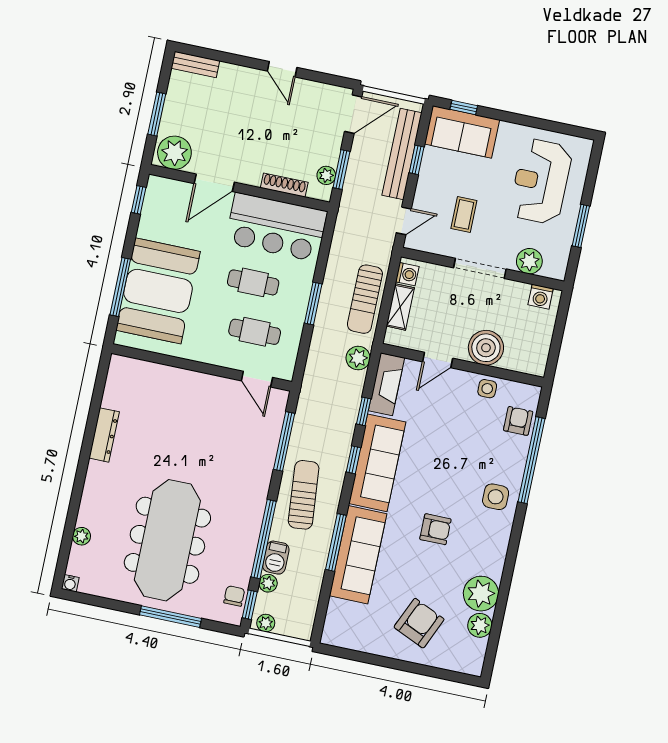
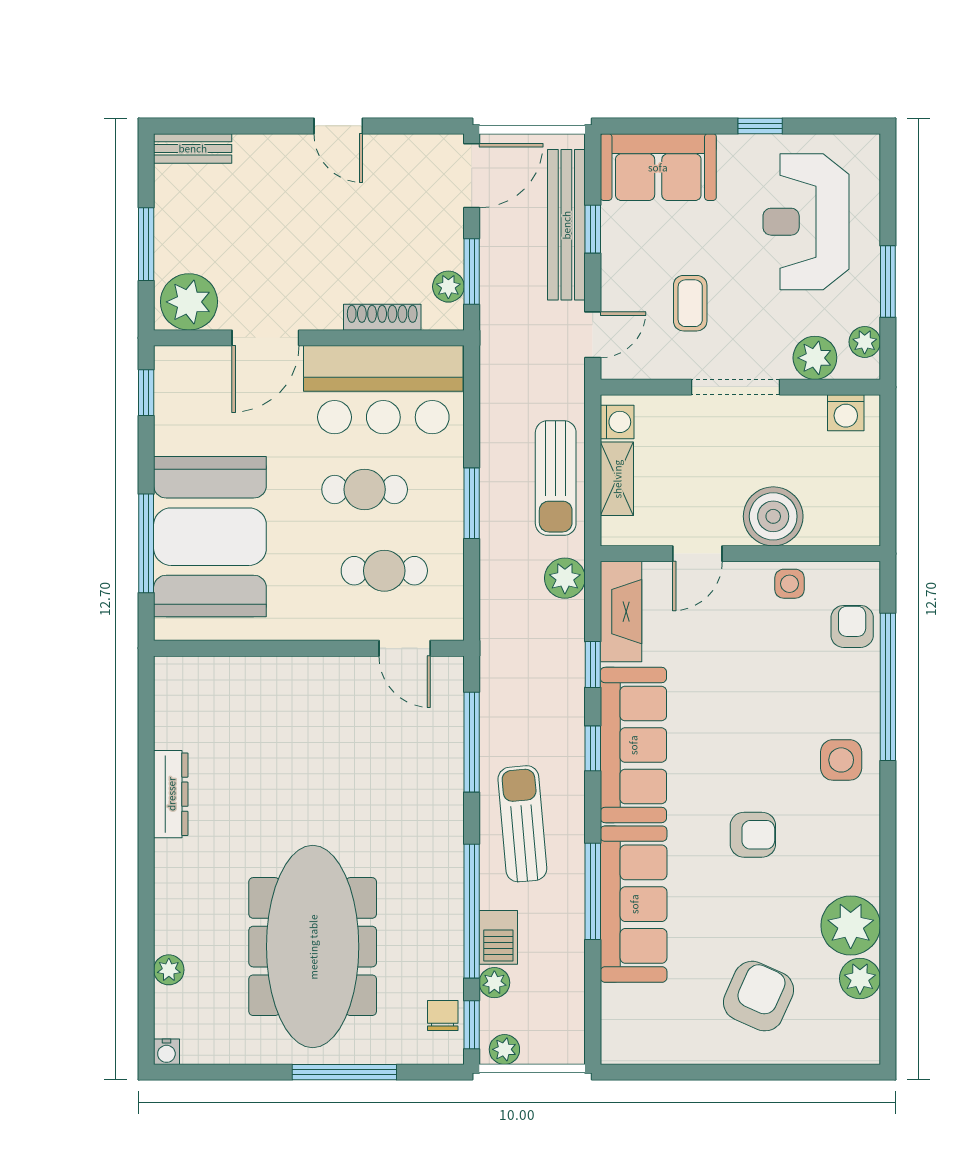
window: (464, 107) -> (760, 126), moved
plant: (560, 258) -> (865, 342), added

